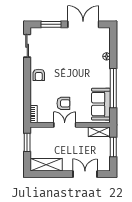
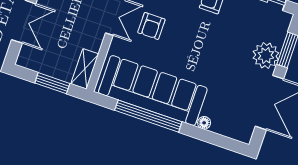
plant: (58, 35) -> (266, 55), added
sofa: (101, 104) -> (153, 91), width x1.85, depth x1.27

